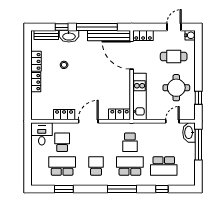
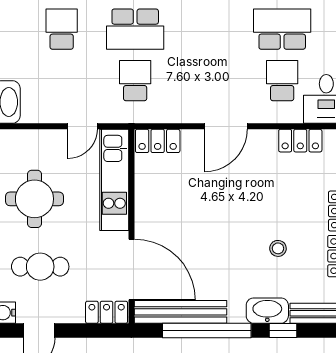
locker: (64, 115) -> (300, 141), moved
door: (172, 121) -> (83, 126), moved
school desk: (62, 142) -> (282, 81), turned 180
school desk: (62, 166) -> (282, 29), turned 180
school desk: (96, 166) -> (209, 29), removed
school desk: (164, 166) -> (62, 29), width x0.54

